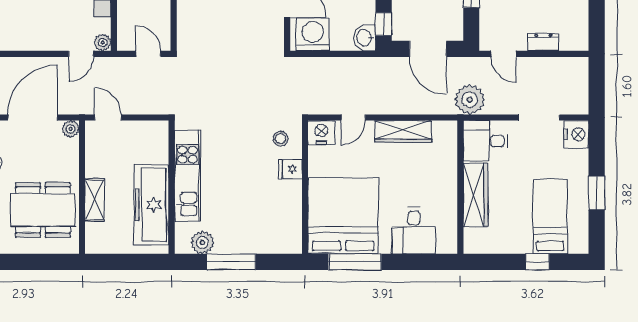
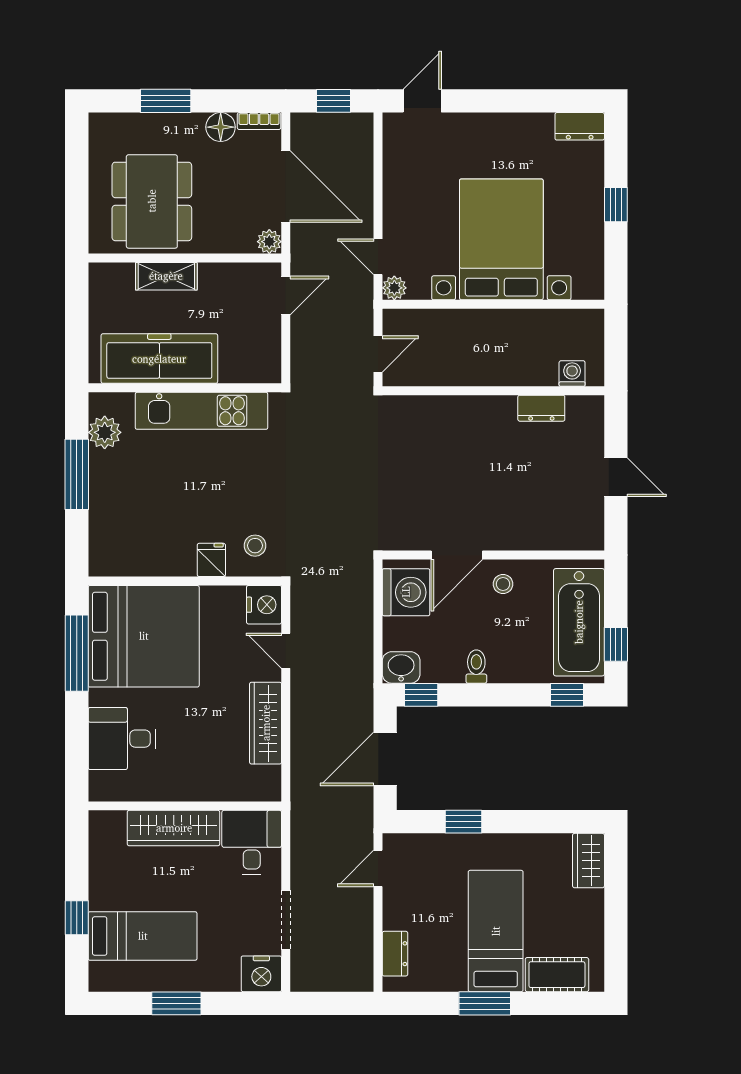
dresser: (543, 42) -> (395, 954), moved
plant: (470, 100) -> (312, 819), removed

